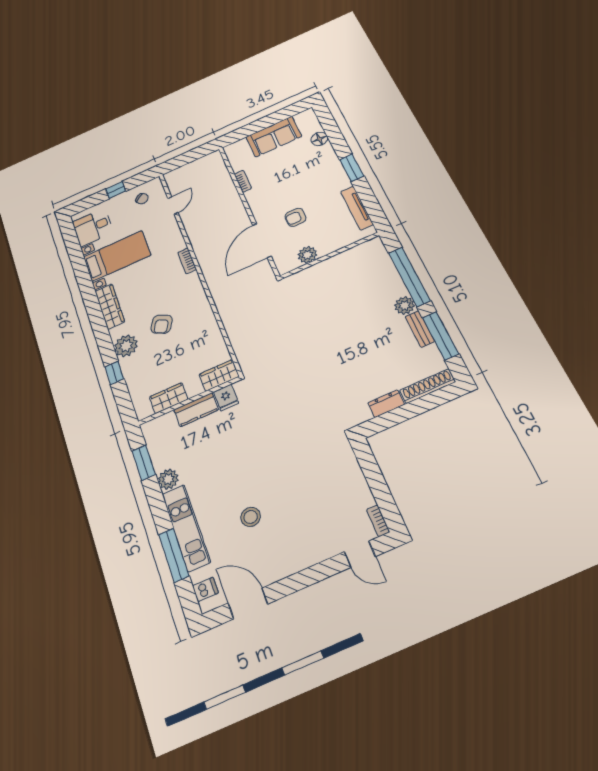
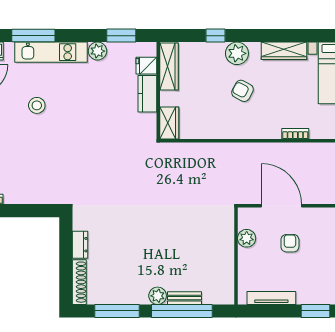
bench: (420, 329) -> (184, 298), moved
fridge: (226, 397) -> (146, 66), moved
wardrobe: (169, 398) -> (169, 66), width x1.50

